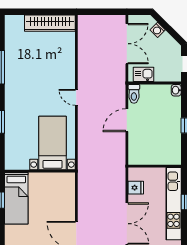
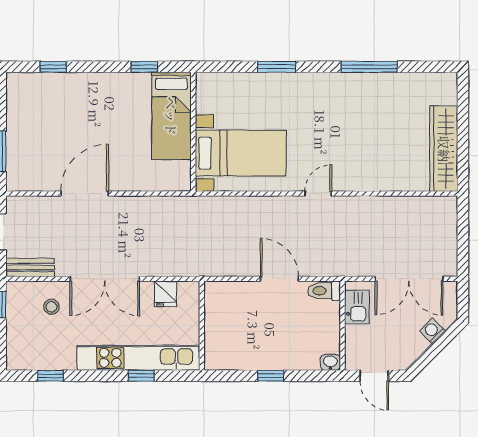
bed: (16, 198) -> (171, 116), moved, turned -90

